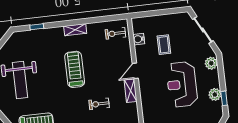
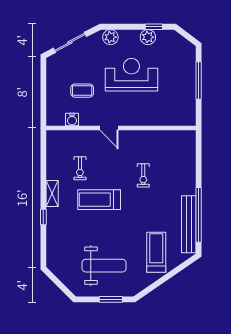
window: (37, 27) -> (43, 217), moved
exercise bike: (115, 33) -> (80, 168), moved
reception desk: (182, 84) -> (131, 75), turned 180
shelving: (131, 91) -> (132, 136), removed

